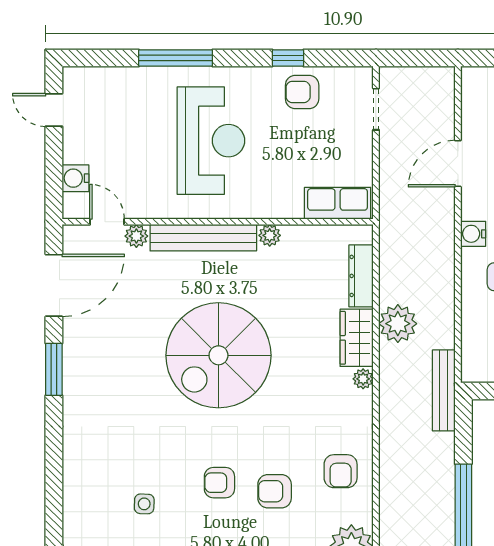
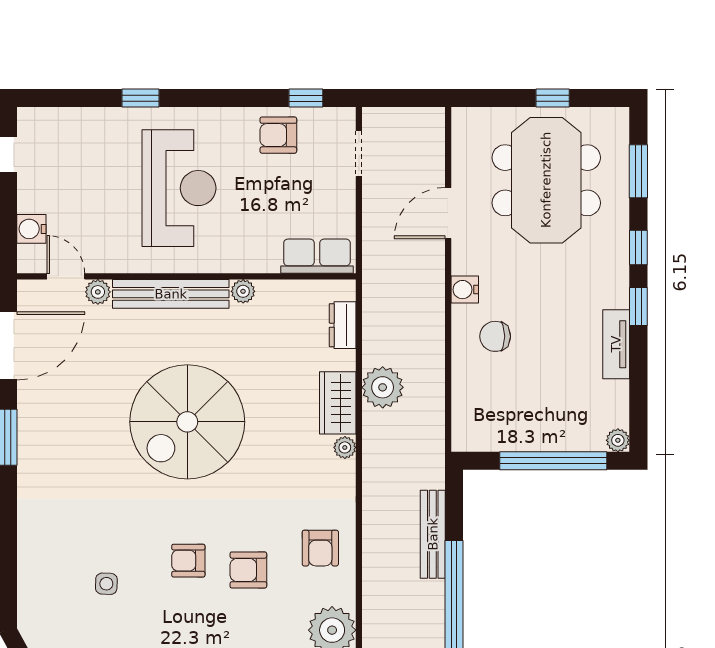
window: (176, 58) -> (141, 98), width x0.46
window: (288, 58) -> (306, 98), moved
dresser: (361, 276) -> (343, 325), width x0.70
bench: (444, 390) -> (433, 534), moved

